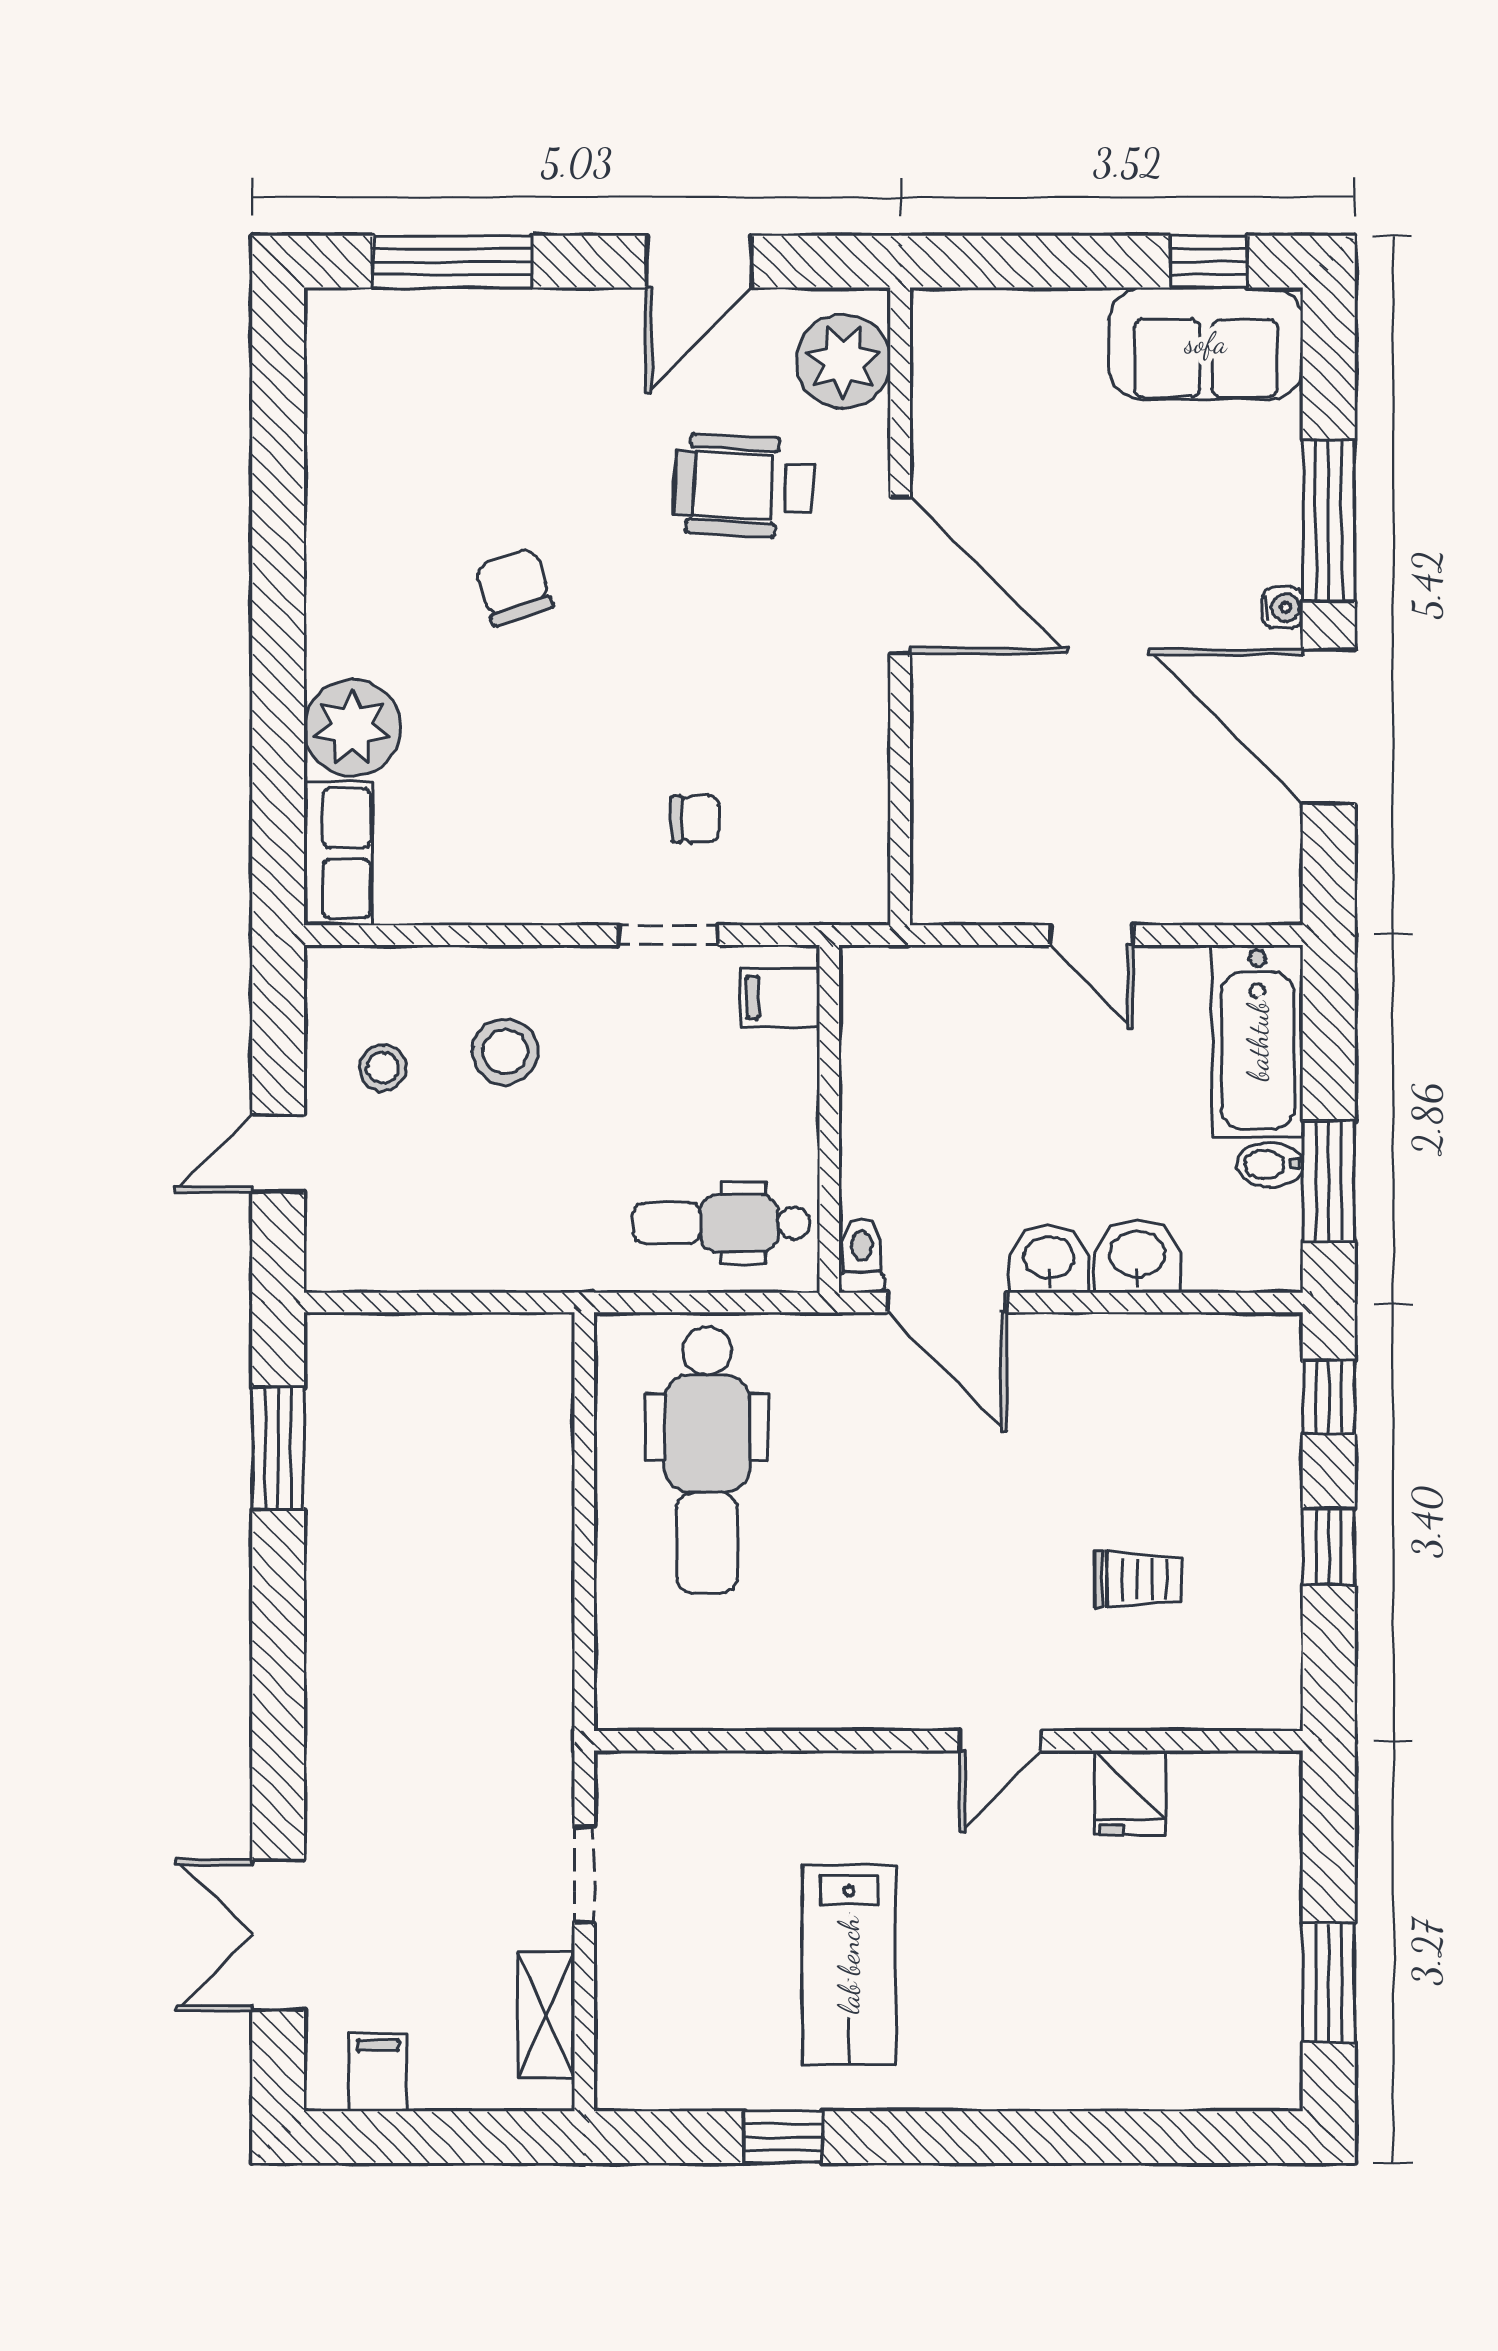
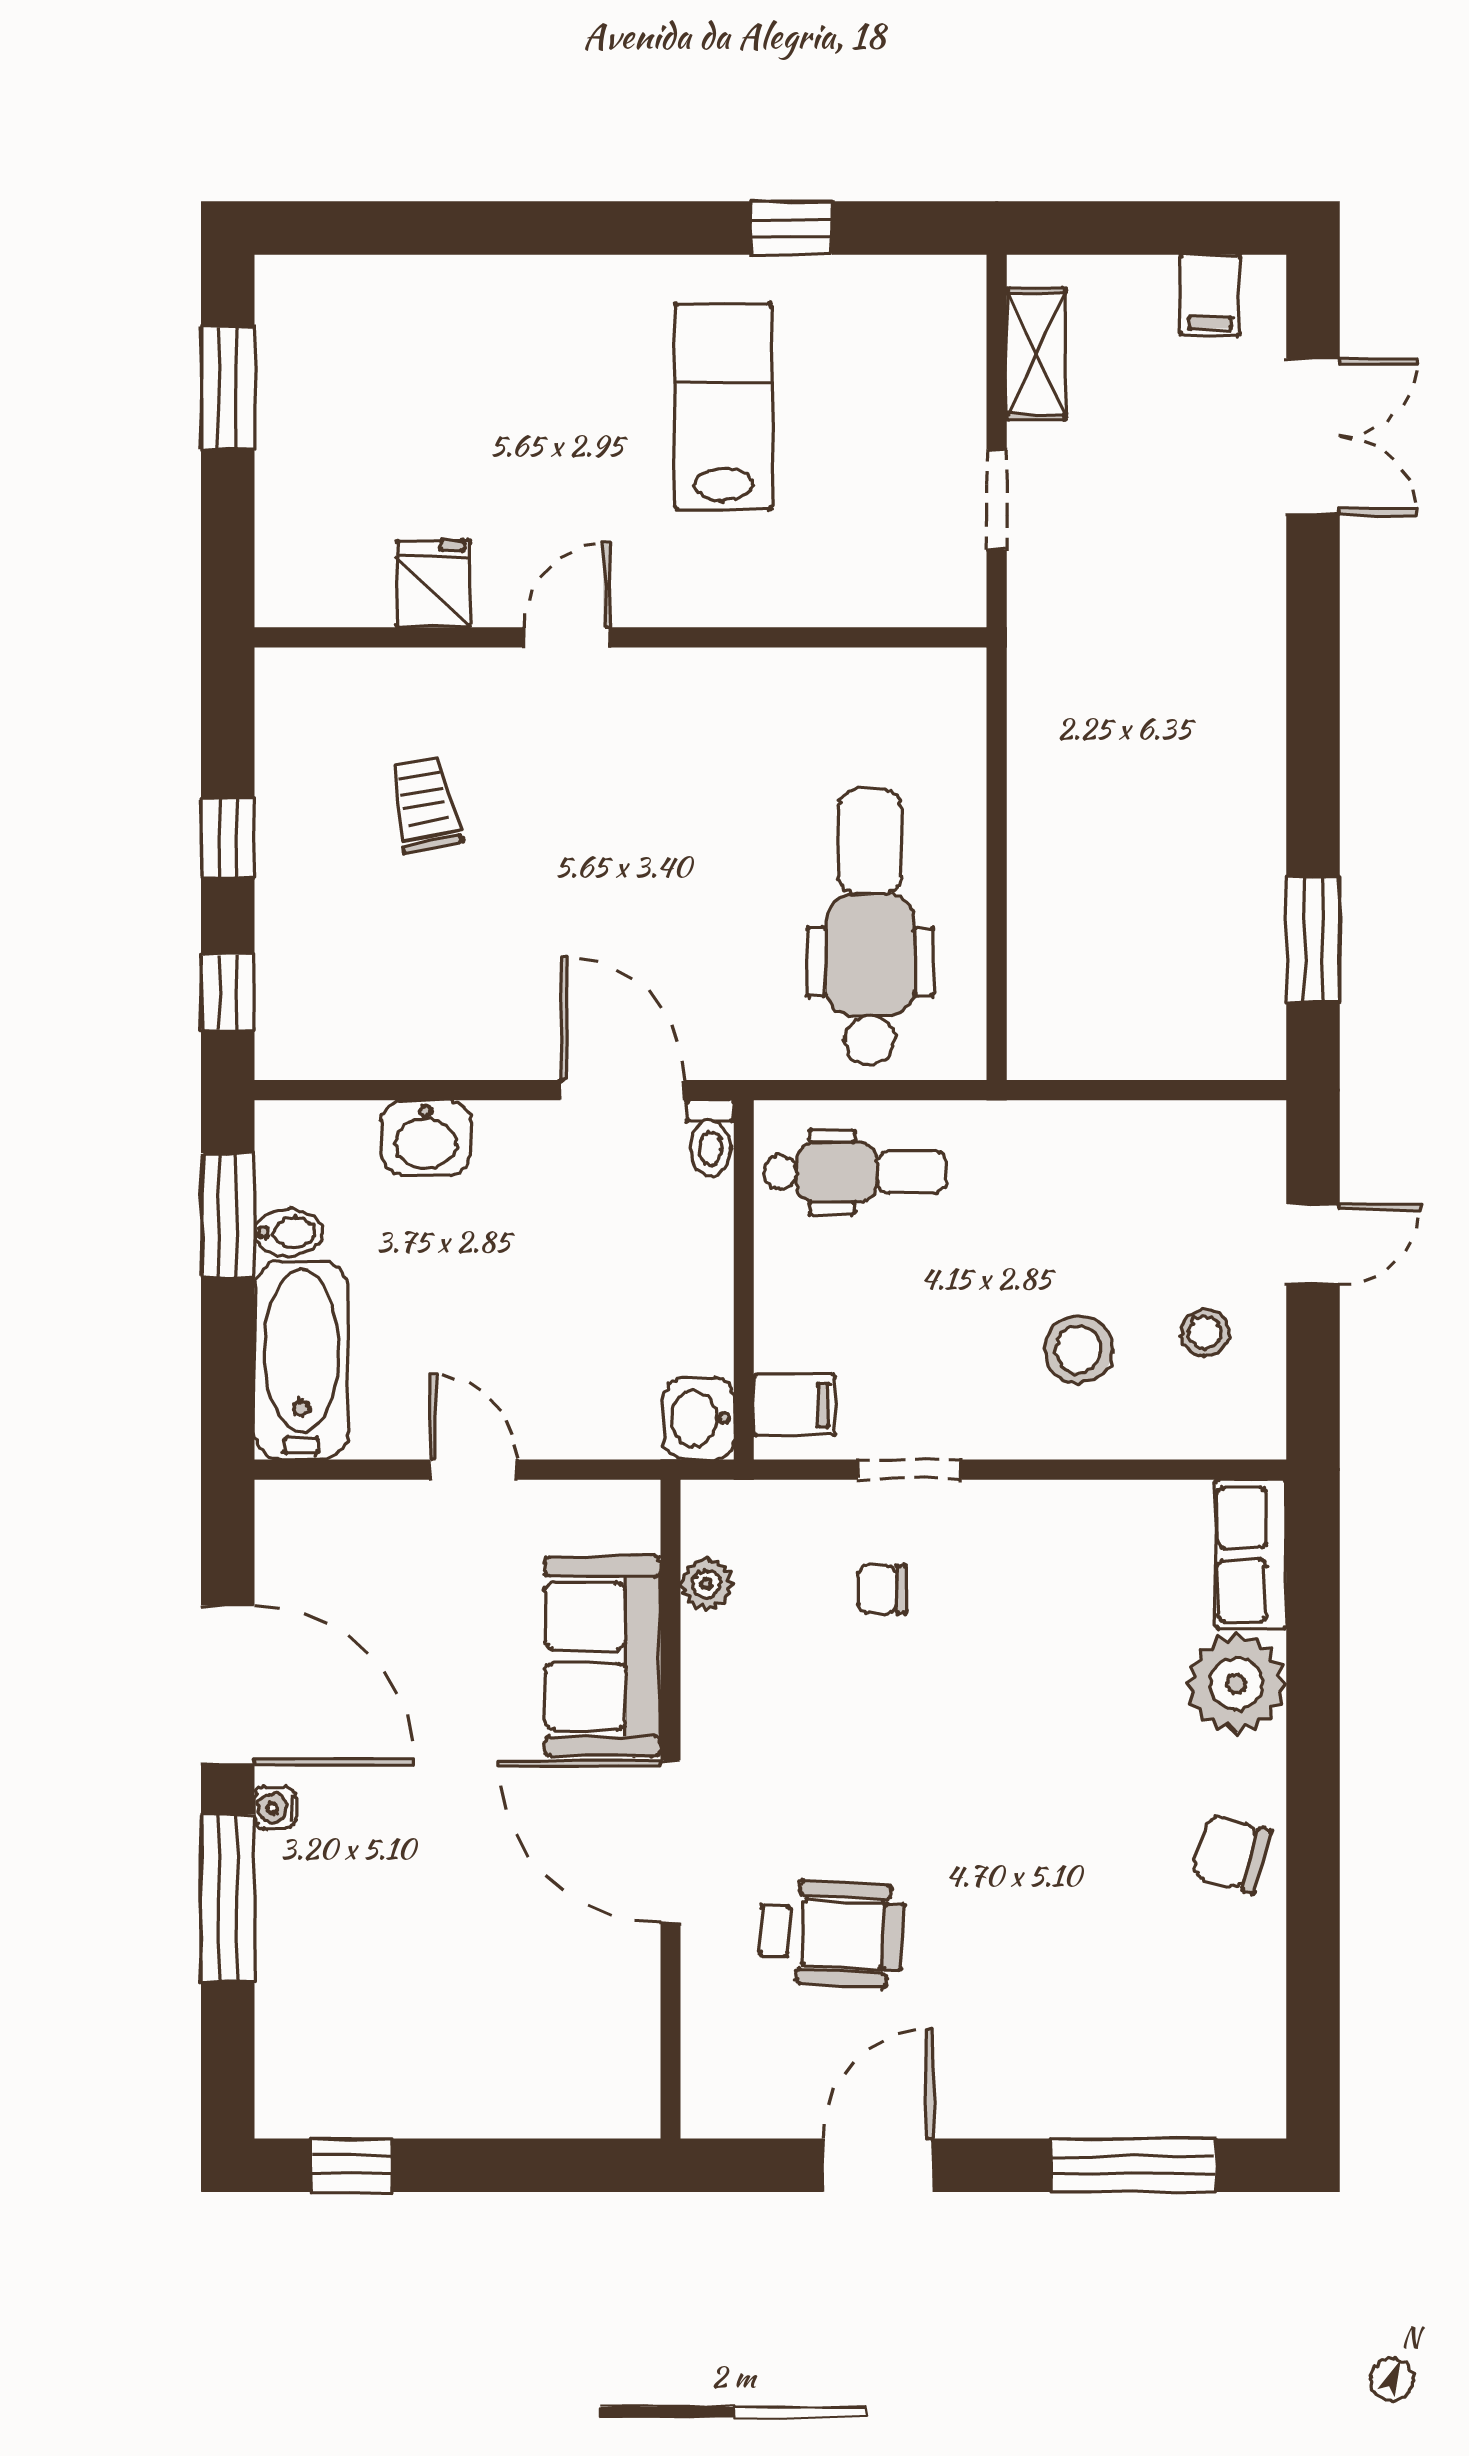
sofa: (1206, 343) -> (603, 1656), moved, turned -90
plant: (843, 361) -> (707, 1584), moved, width x0.53, depth x0.53
chair: (514, 587) -> (1231, 1854), moved, turned 125
washbasin: (1049, 1259) -> (699, 1418), moved, turned 90
trolley: (1138, 1579) -> (425, 804), turned 79

